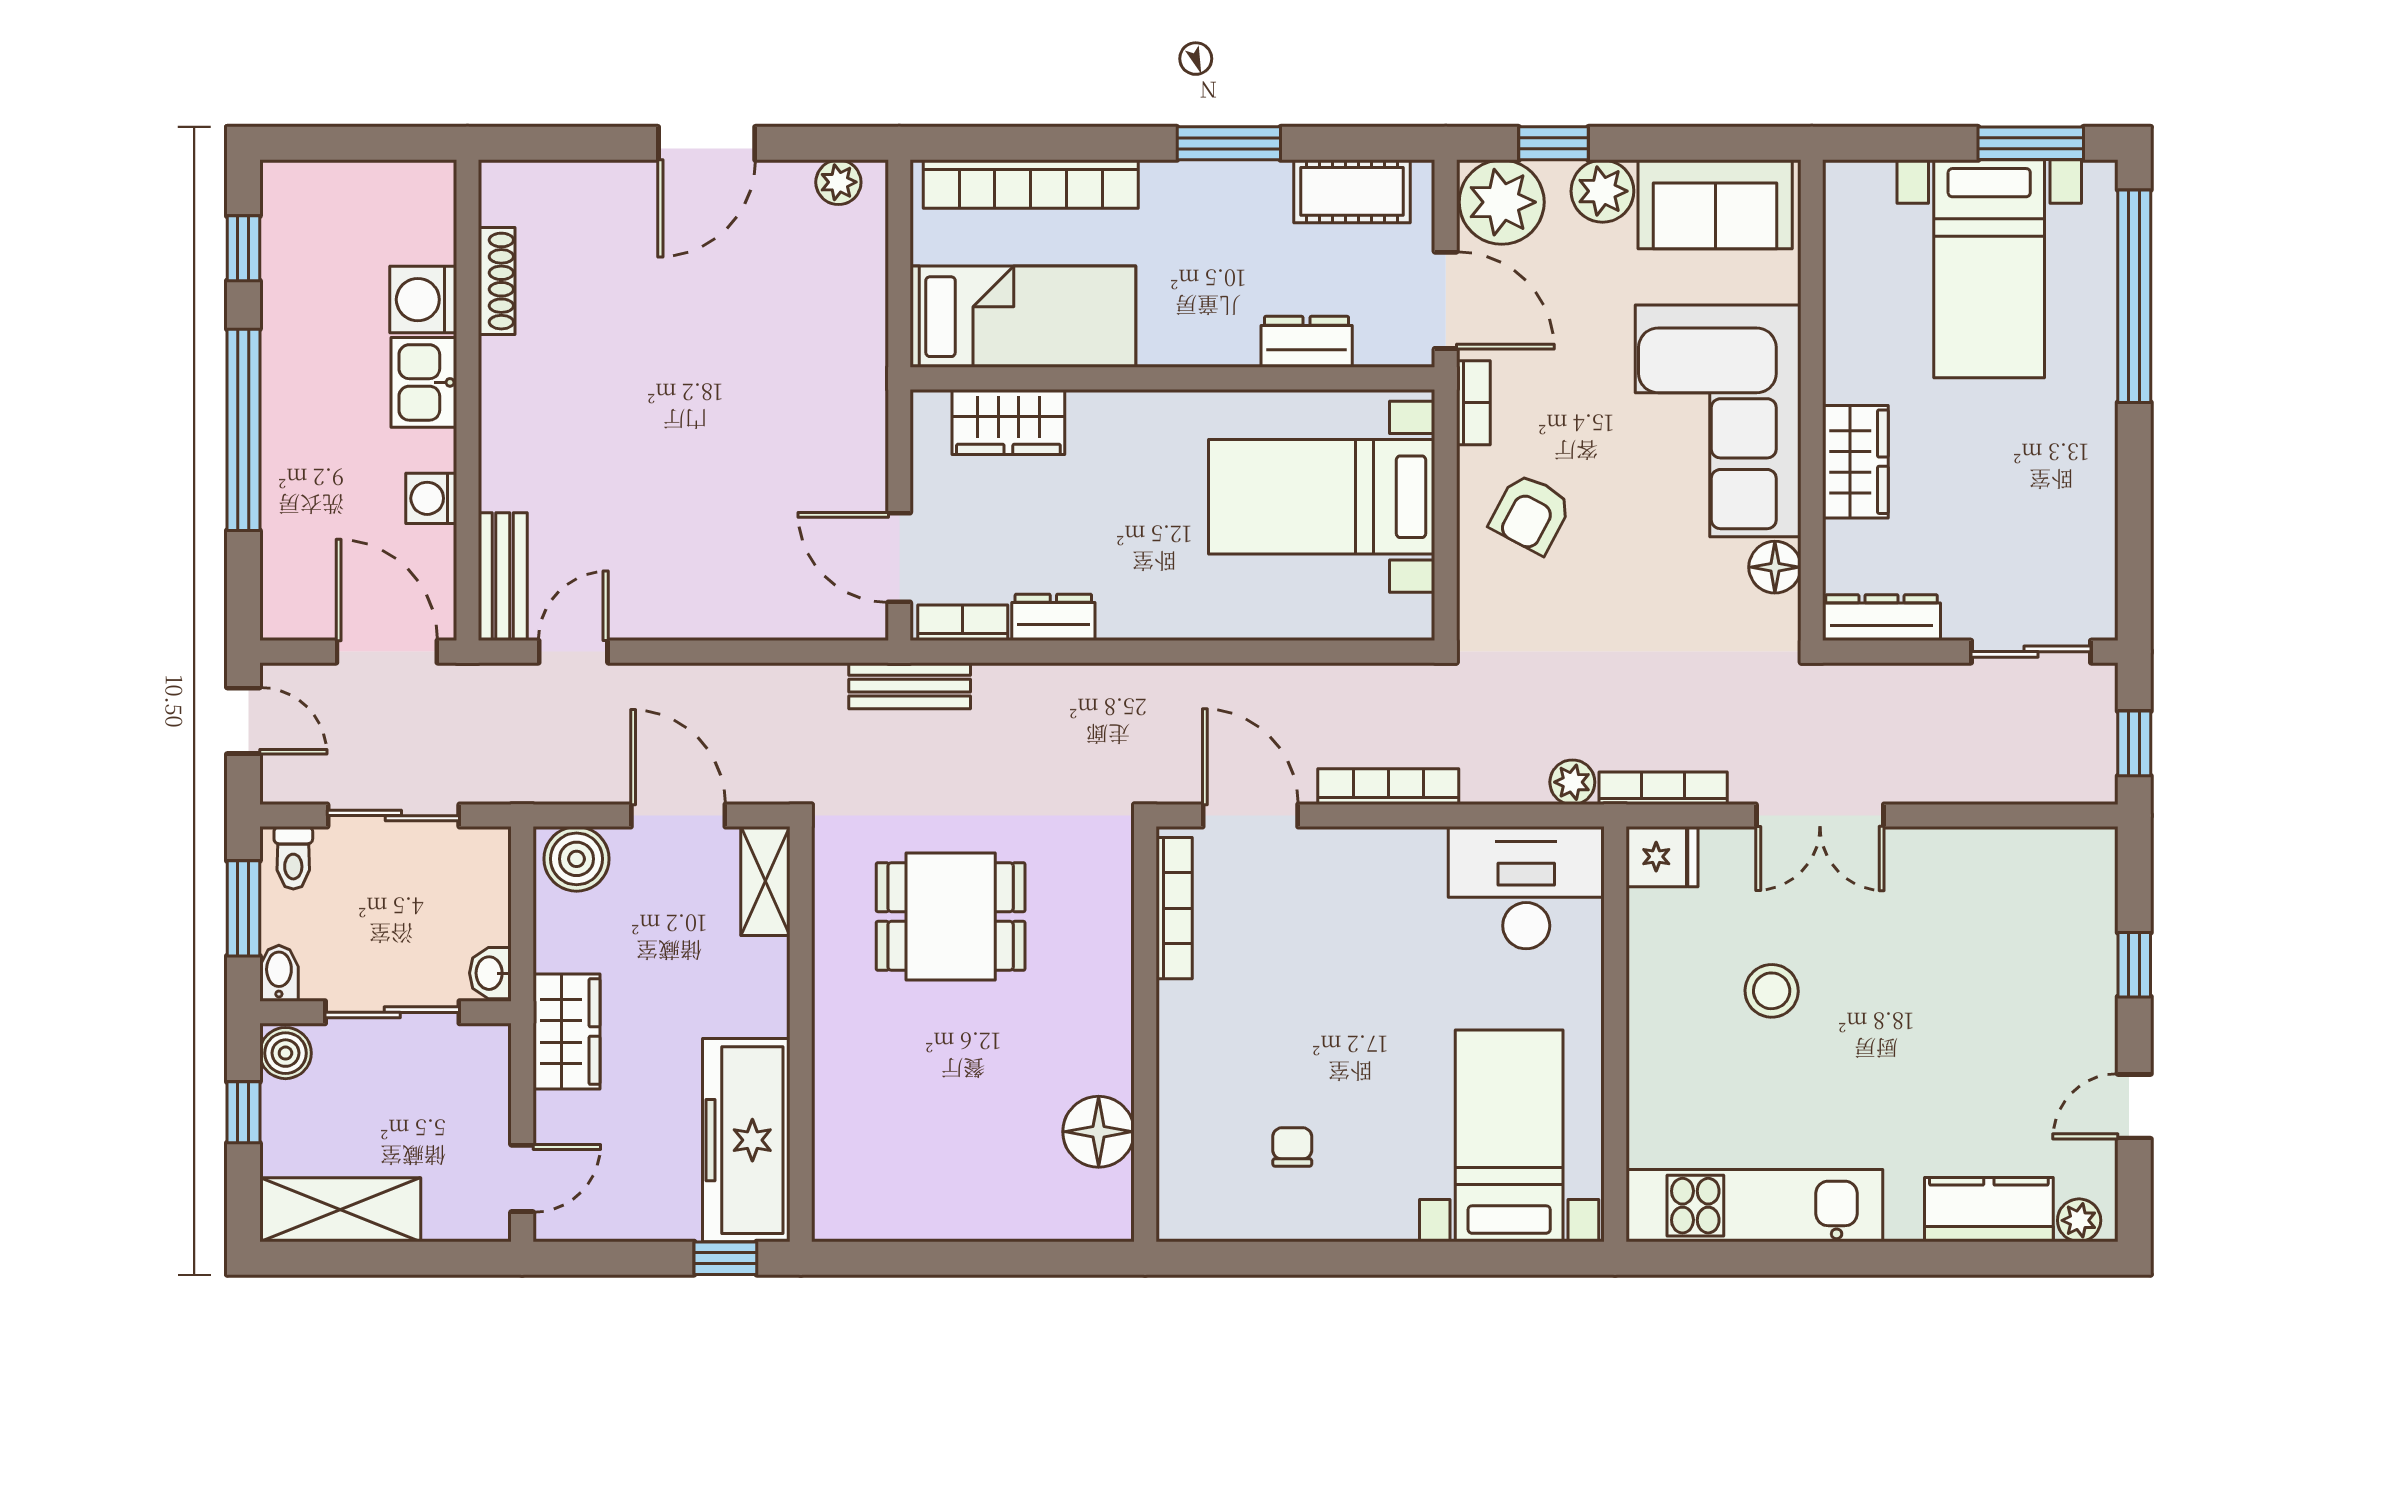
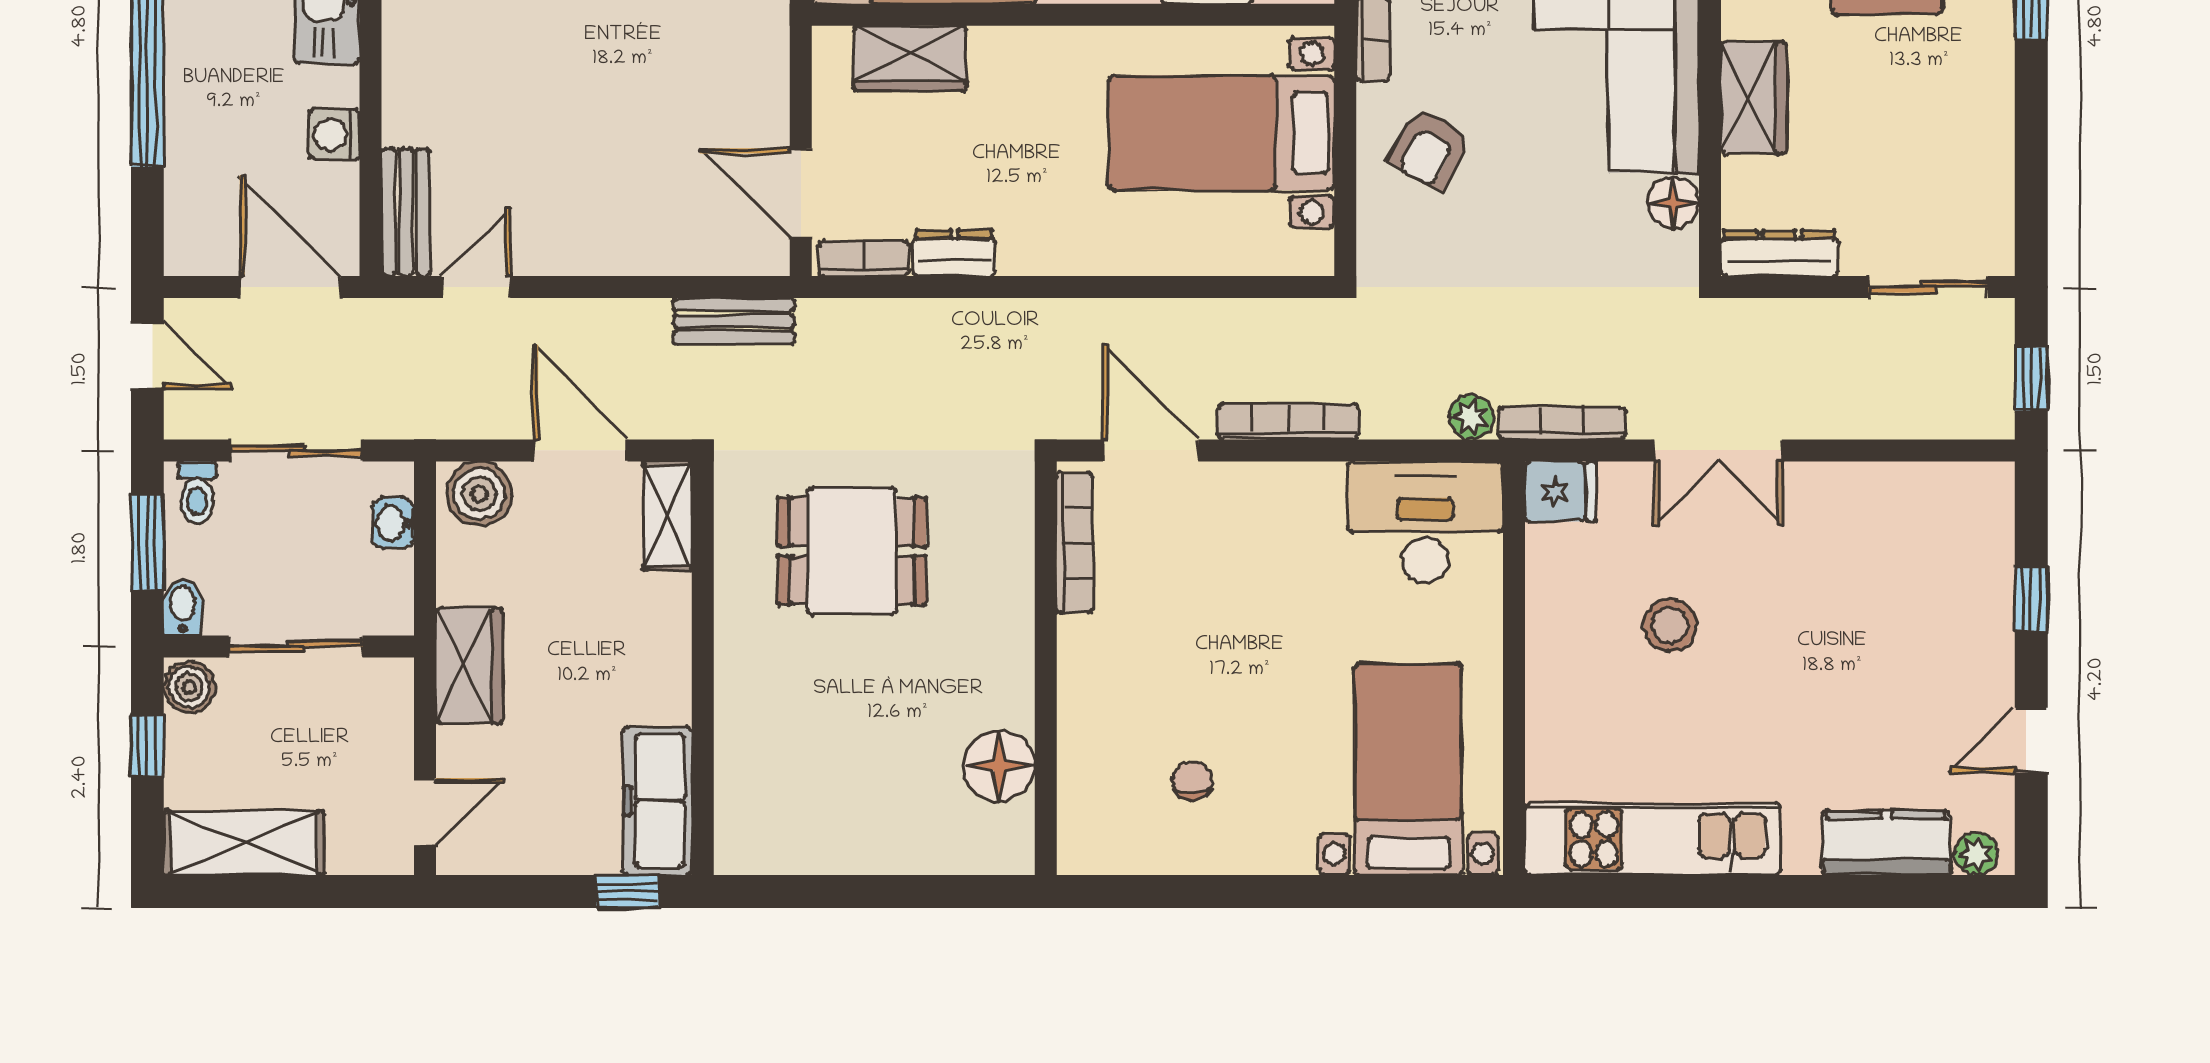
bench: (910, 686) -> (734, 321), moved
washbasin: (490, 973) -> (393, 523), moved
freezer: (746, 1140) -> (657, 801), width x0.73, depth x0.79

